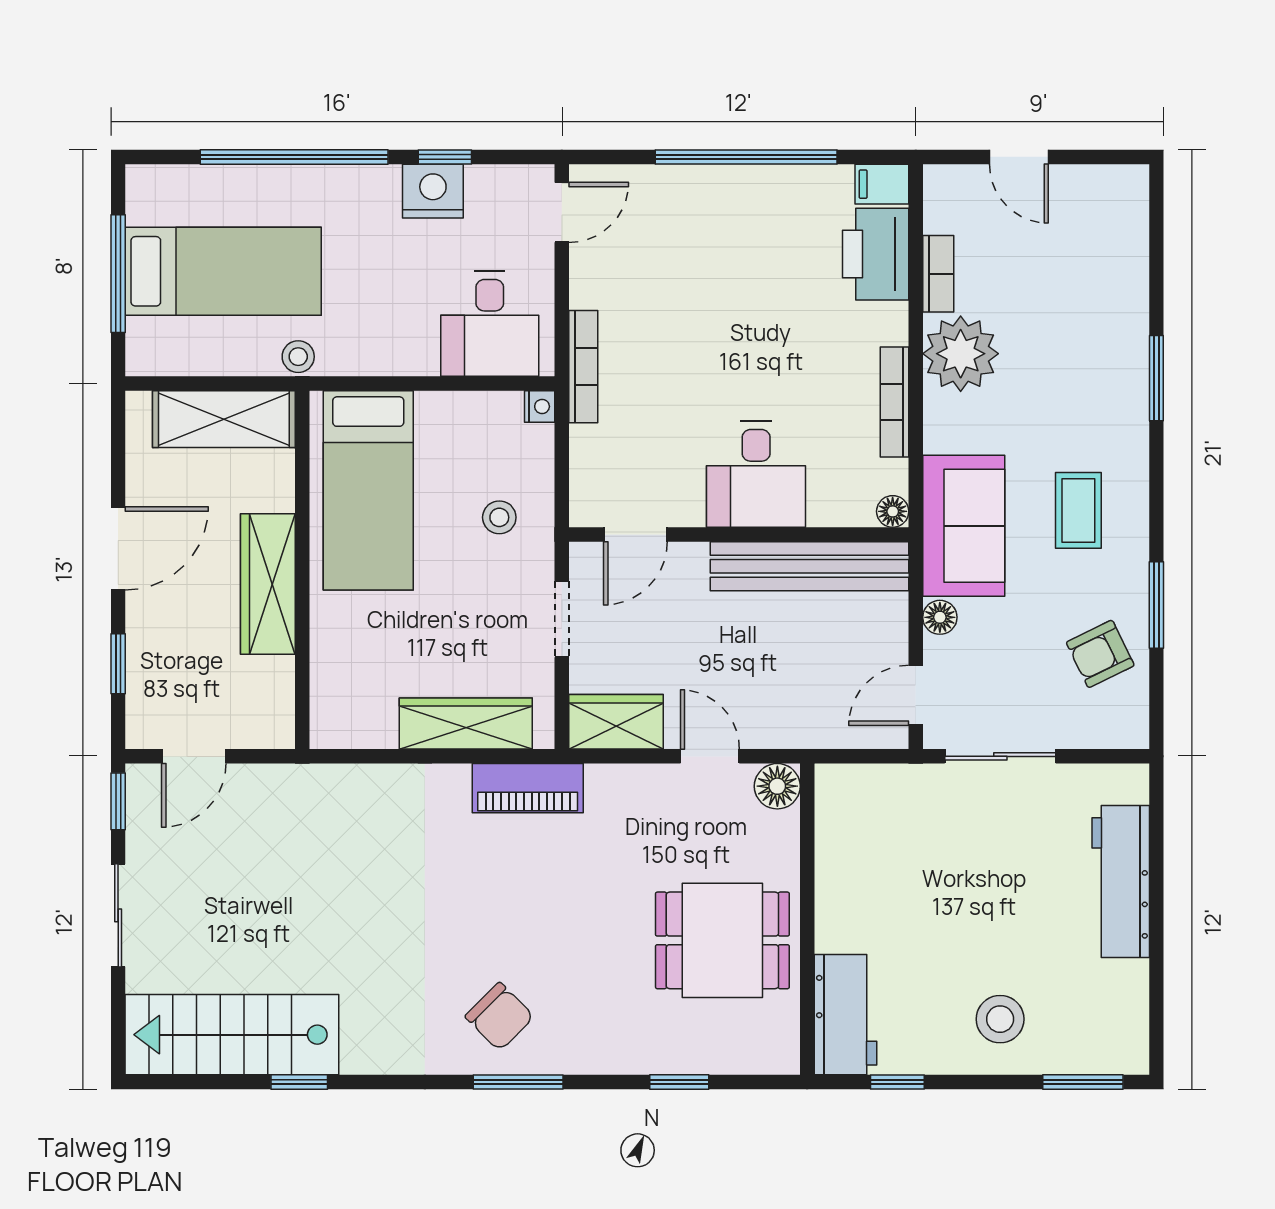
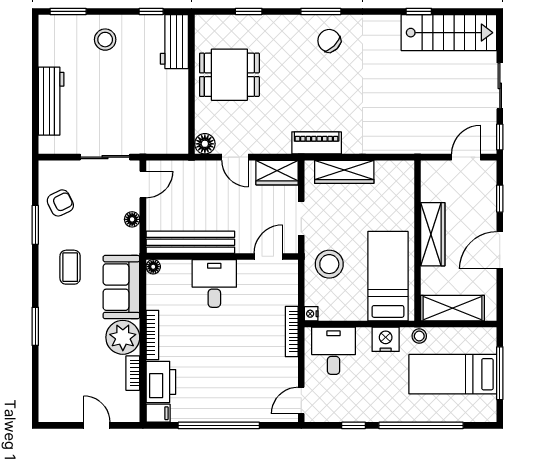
nightstand: (433, 191) -> (386, 339), moved, turned 180
bookcase: (895, 402) -> (152, 335), moved
stool: (499, 517) -> (329, 264), width x1.89, depth x1.89
sofa: (964, 526) -> (121, 287), moved

